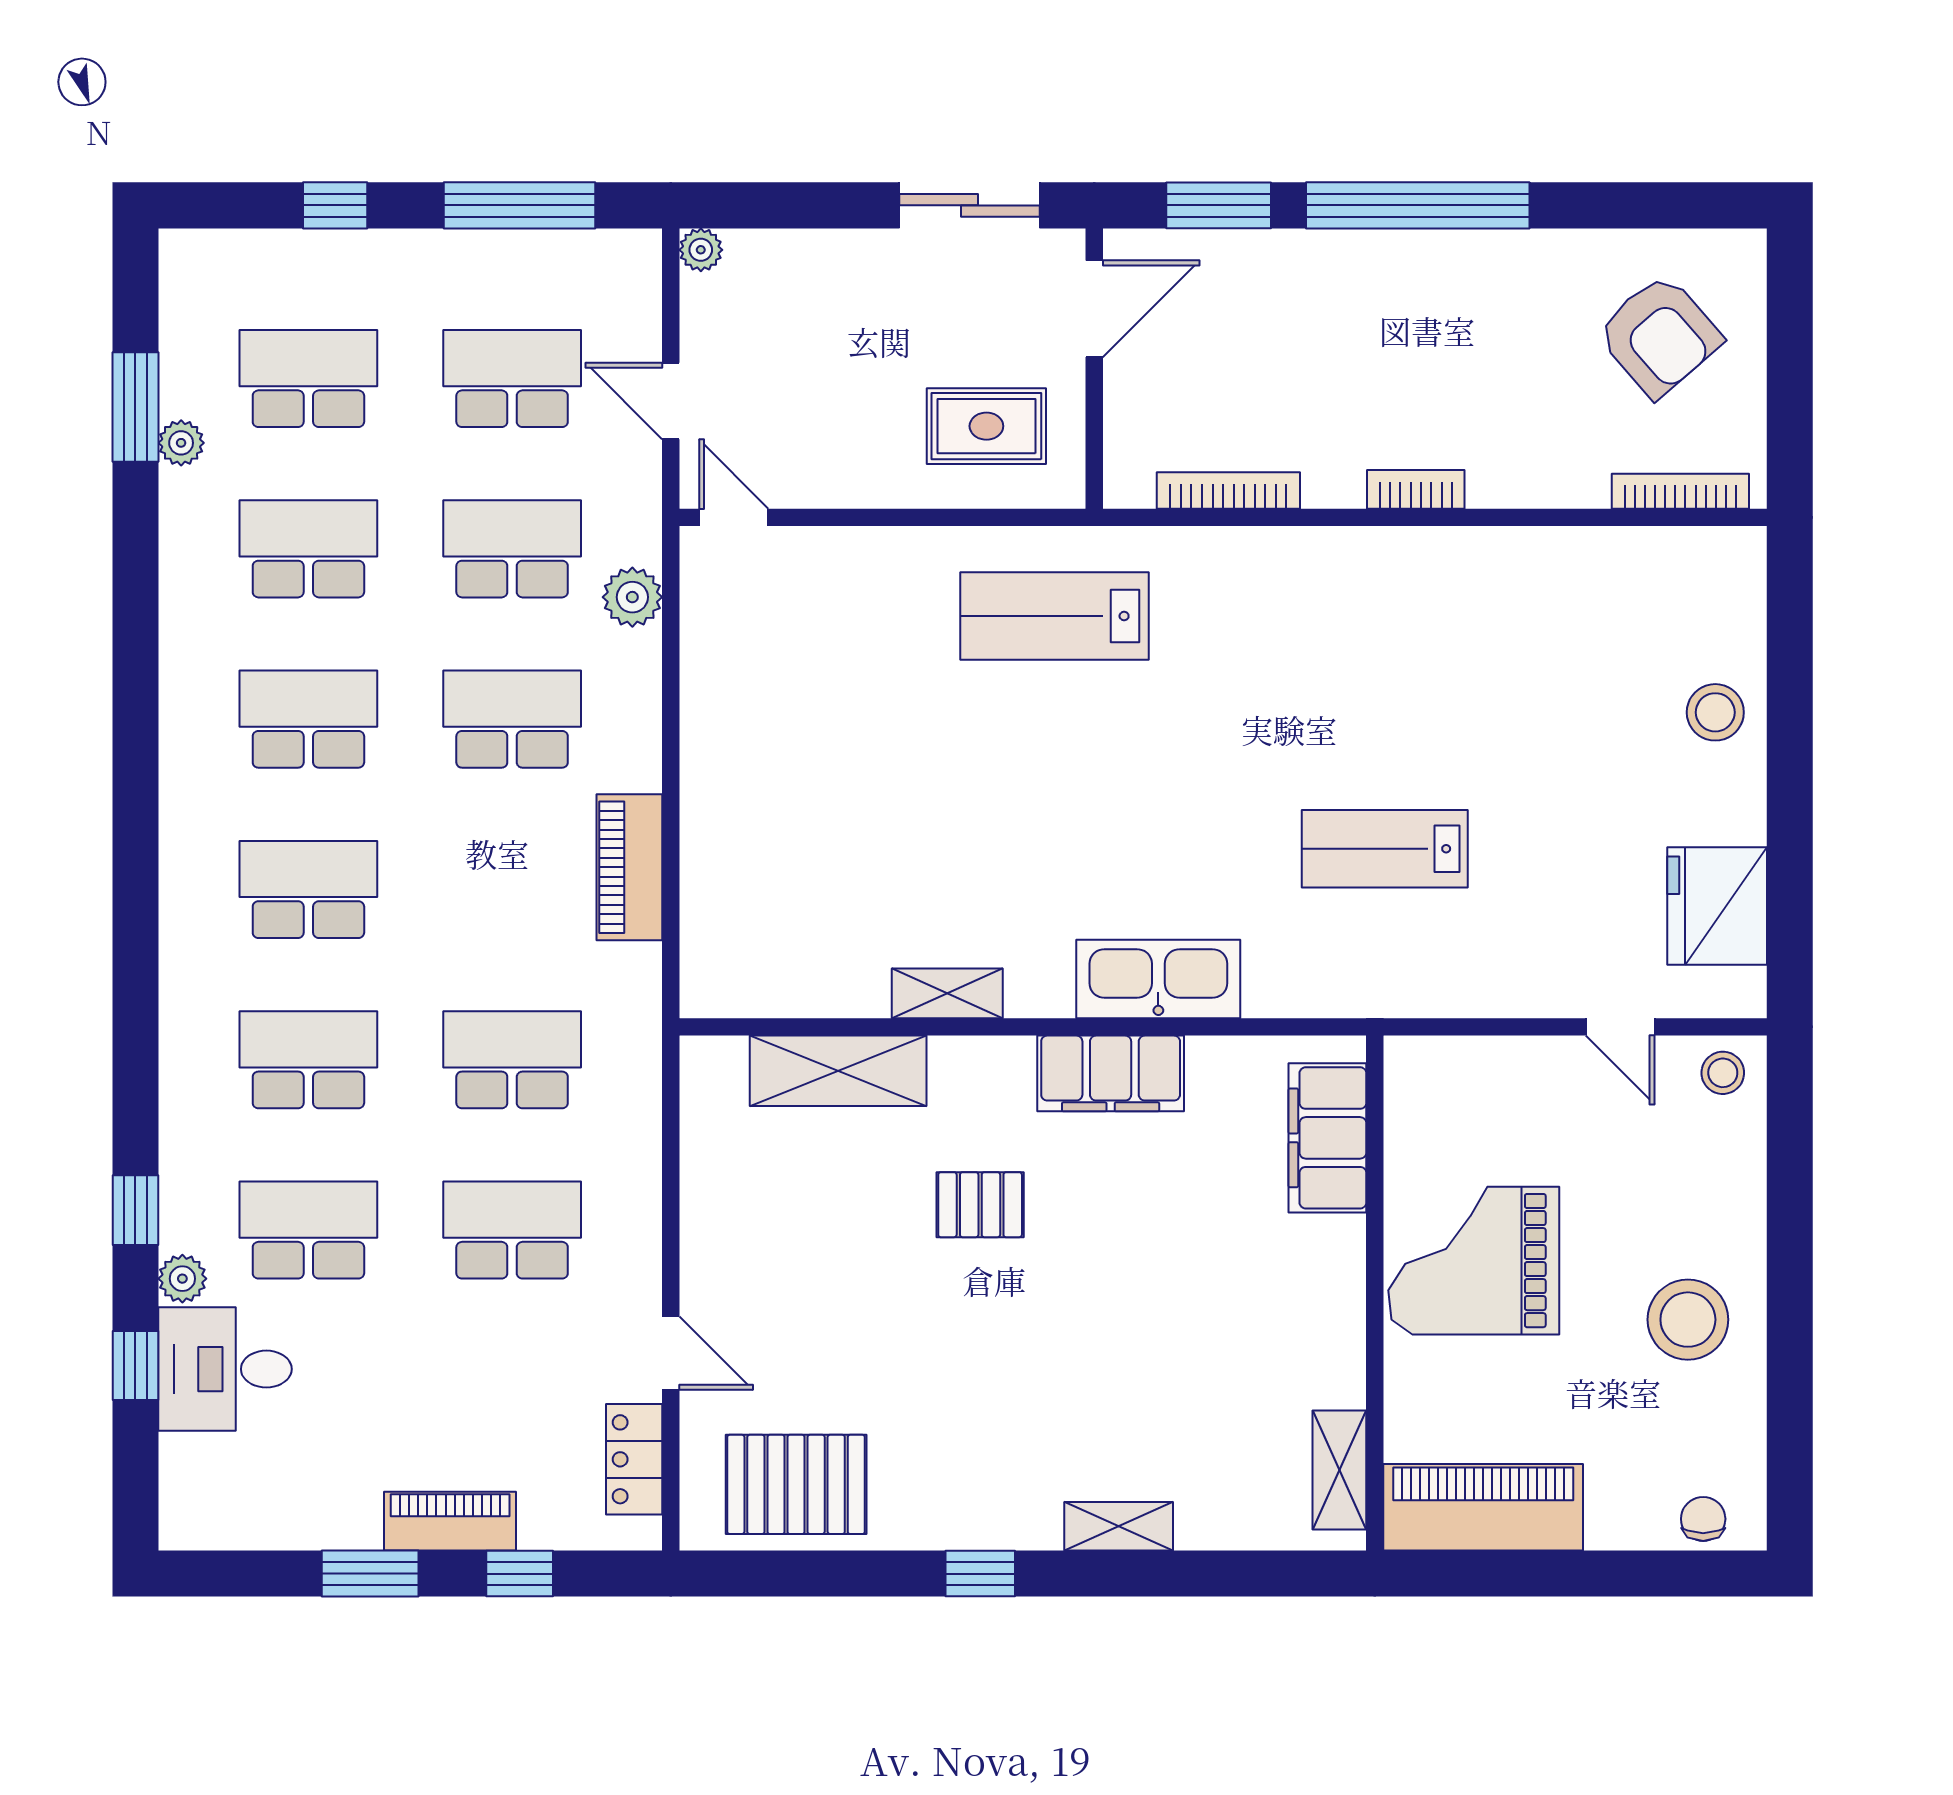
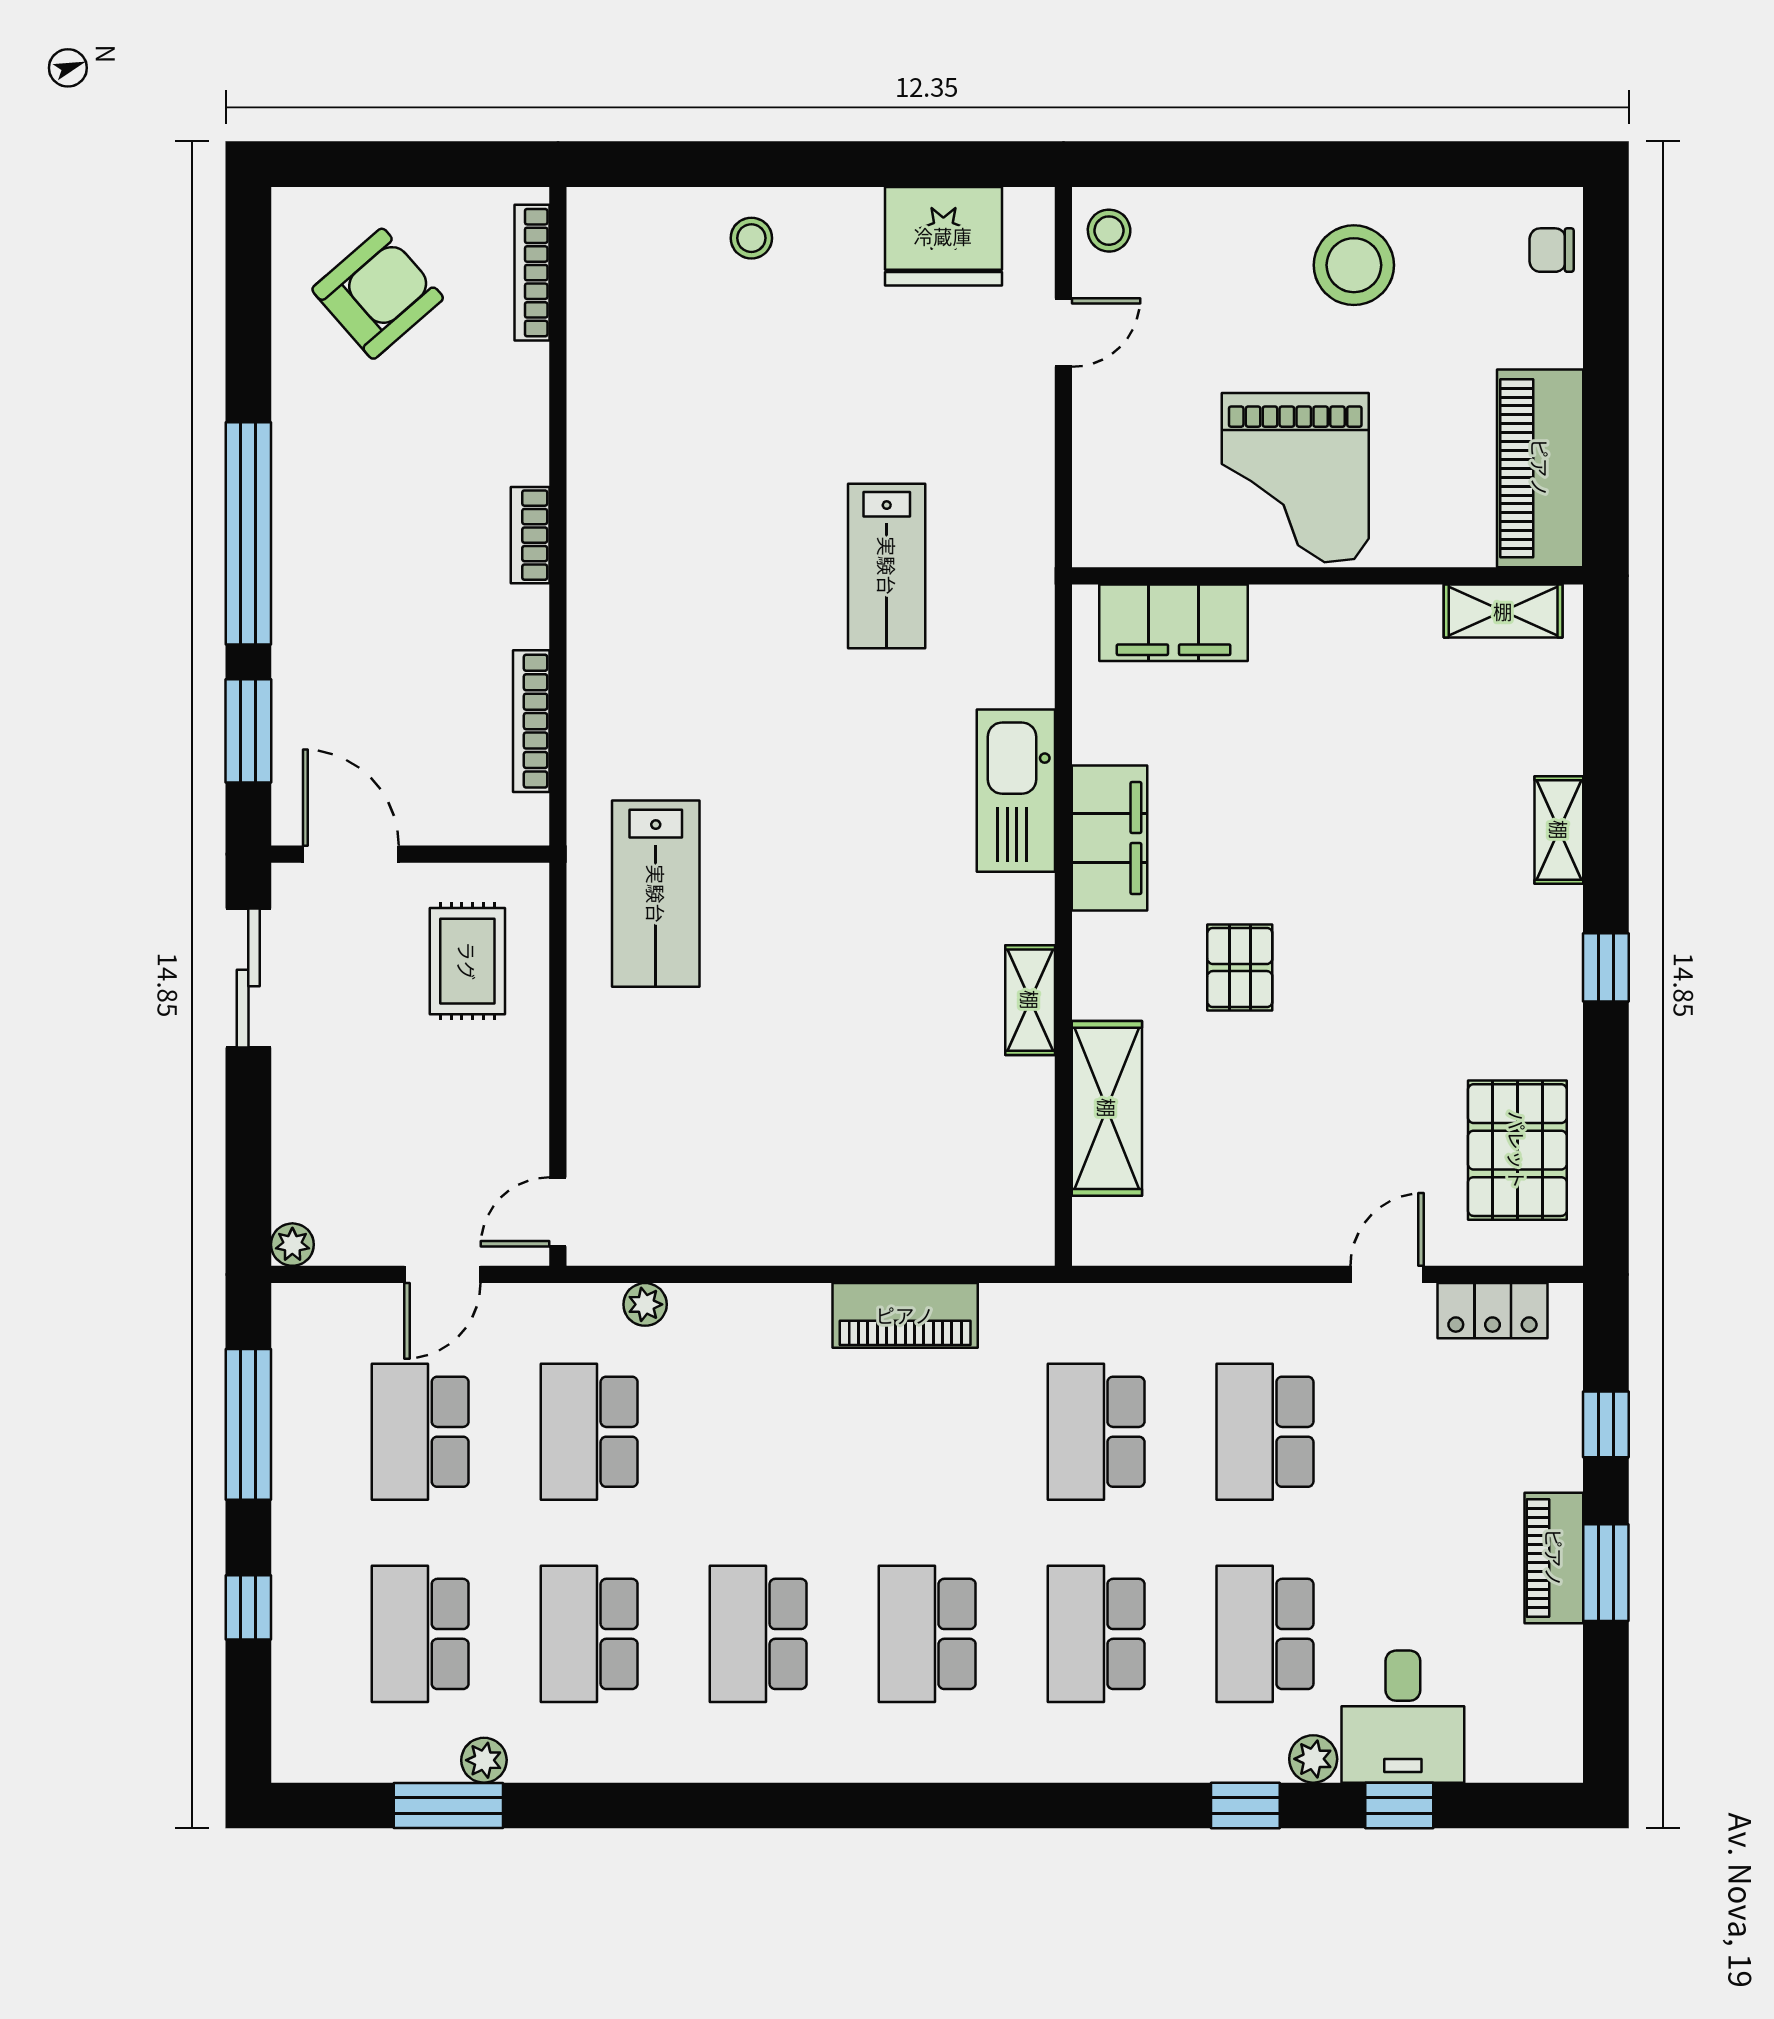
plant: (632, 597) -> (645, 1304), width x0.73, depth x0.73
stool: (1715, 712) -> (751, 238), width x0.73, depth x0.73
school desk: (512, 719) -> (758, 1432), removed
piano: (450, 1521) -> (1554, 1558), moved

